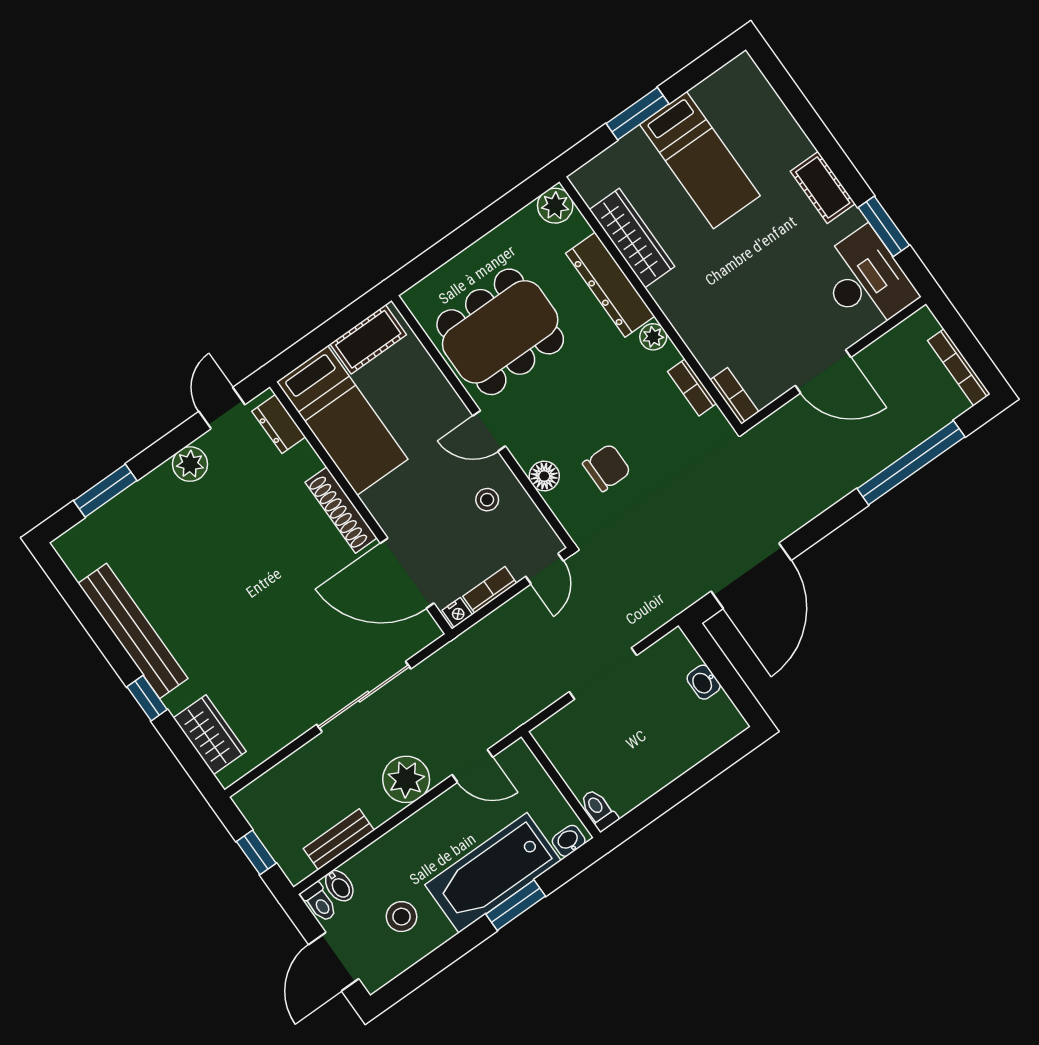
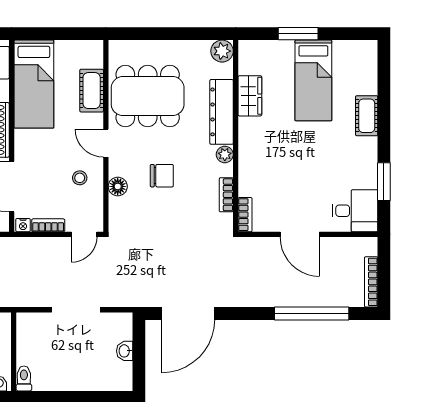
cot: (823, 188) -> (367, 116), moved
wardrobe: (632, 238) -> (250, 96), width x0.67
desk: (866, 280) -> (355, 211), width x0.73
cot: (368, 339) -> (92, 91), moved, turned 90
chair: (607, 468) -> (162, 176), moved

